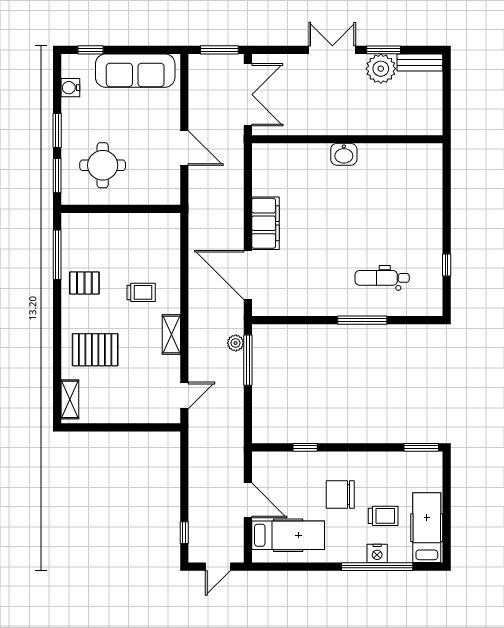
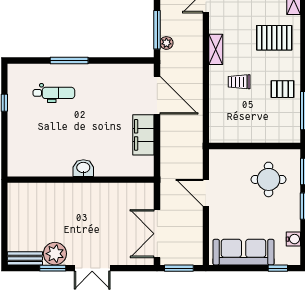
wall: (347, 139) -> (81, 180), moved
washbasin: (344, 154) -> (83, 168), moved

